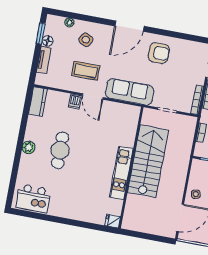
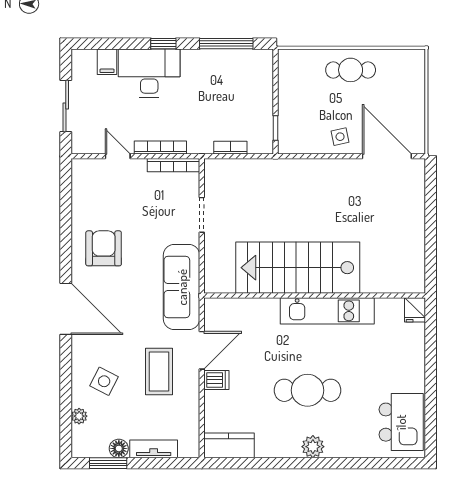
stairs: (148, 161) -> (298, 268), moved
wall: (131, 168) -> (315, 296), moved
kitchen unit: (121, 173) -> (327, 311), moved
fridge: (113, 221) -> (415, 310), moved

